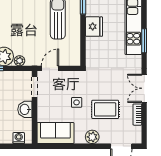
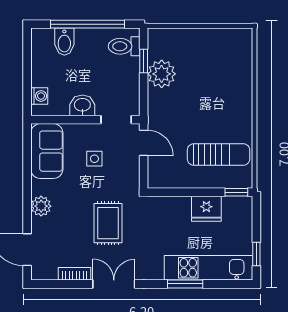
plant: (20, 61) -> (155, 97), removed
side table: (77, 102) -> (94, 159), moved
rug: (105, 109) -> (108, 223), moved

